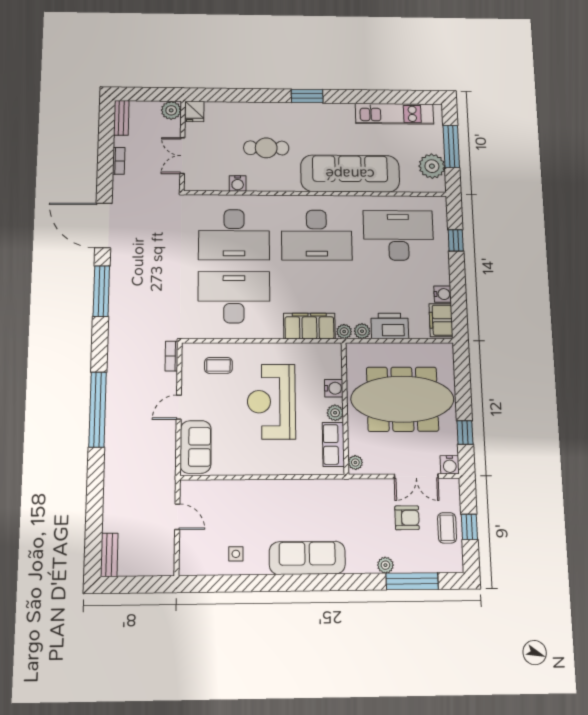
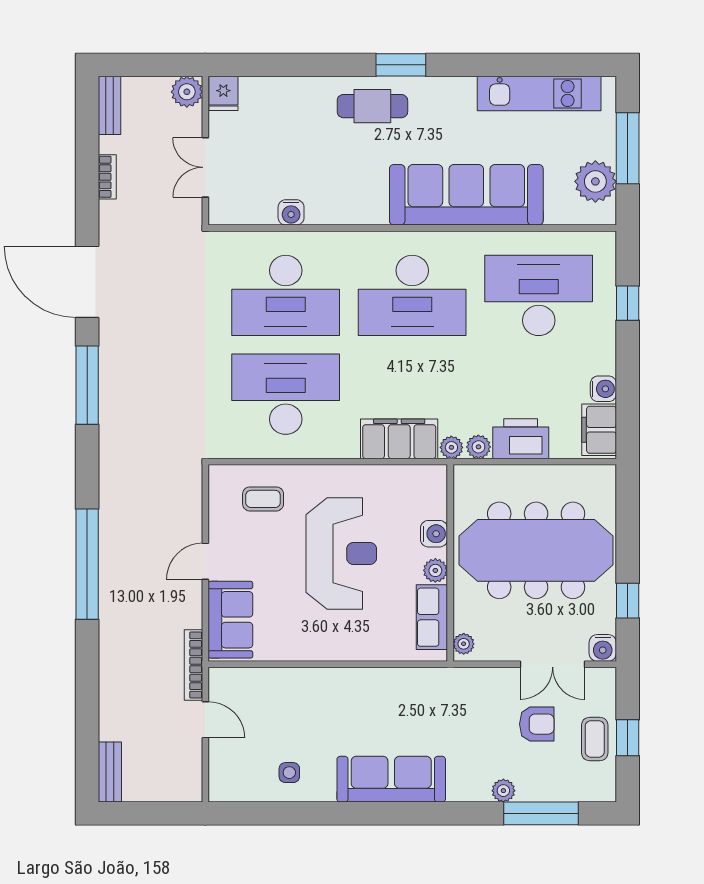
cafe table: (266, 148) -> (372, 106), moved
bookcase: (172, 356) -> (194, 665), moved, width x1.56
reception desk: (271, 402) -> (341, 553), turned 180

